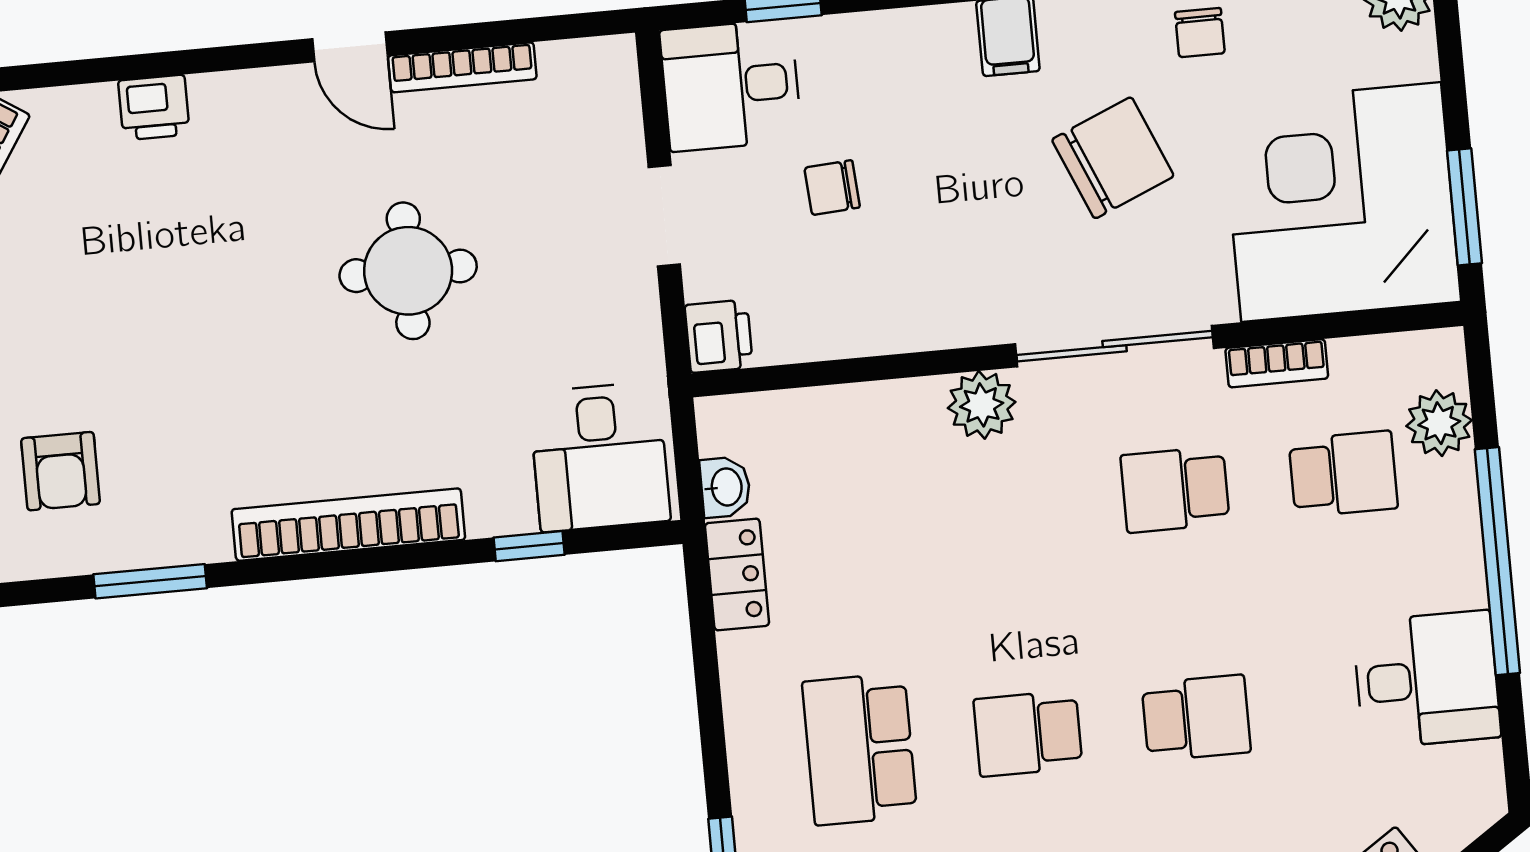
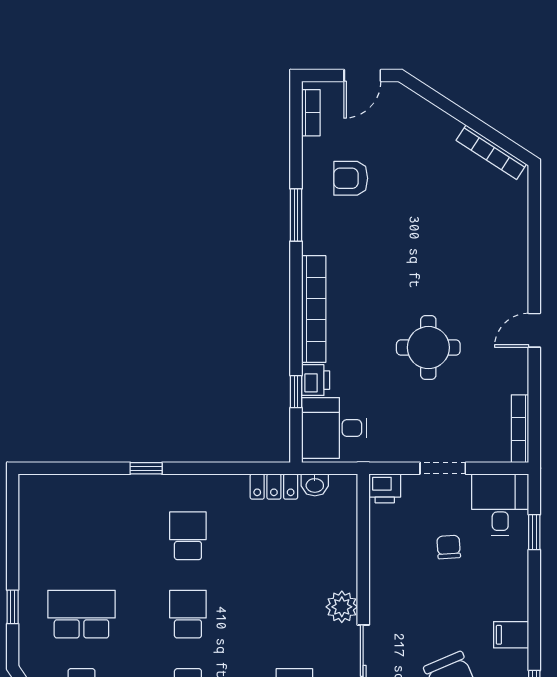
bookcase: (462, 67) -> (520, 429), moved
printer: (154, 107) -> (316, 380), moved, turned 180
school desk: (860, 749) -> (188, 536), width x0.54

